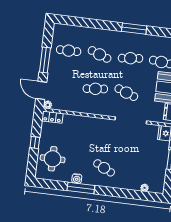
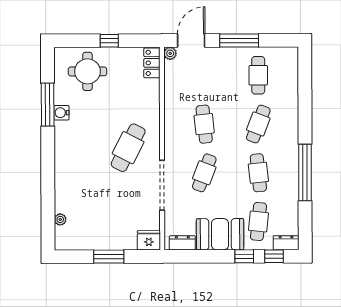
window: (134, 29) -> (305, 172), width x1.46
cafe table: (104, 168) -> (128, 148), moved, width x1.37, depth x1.35
window: (81, 188) -> (48, 105), moved

